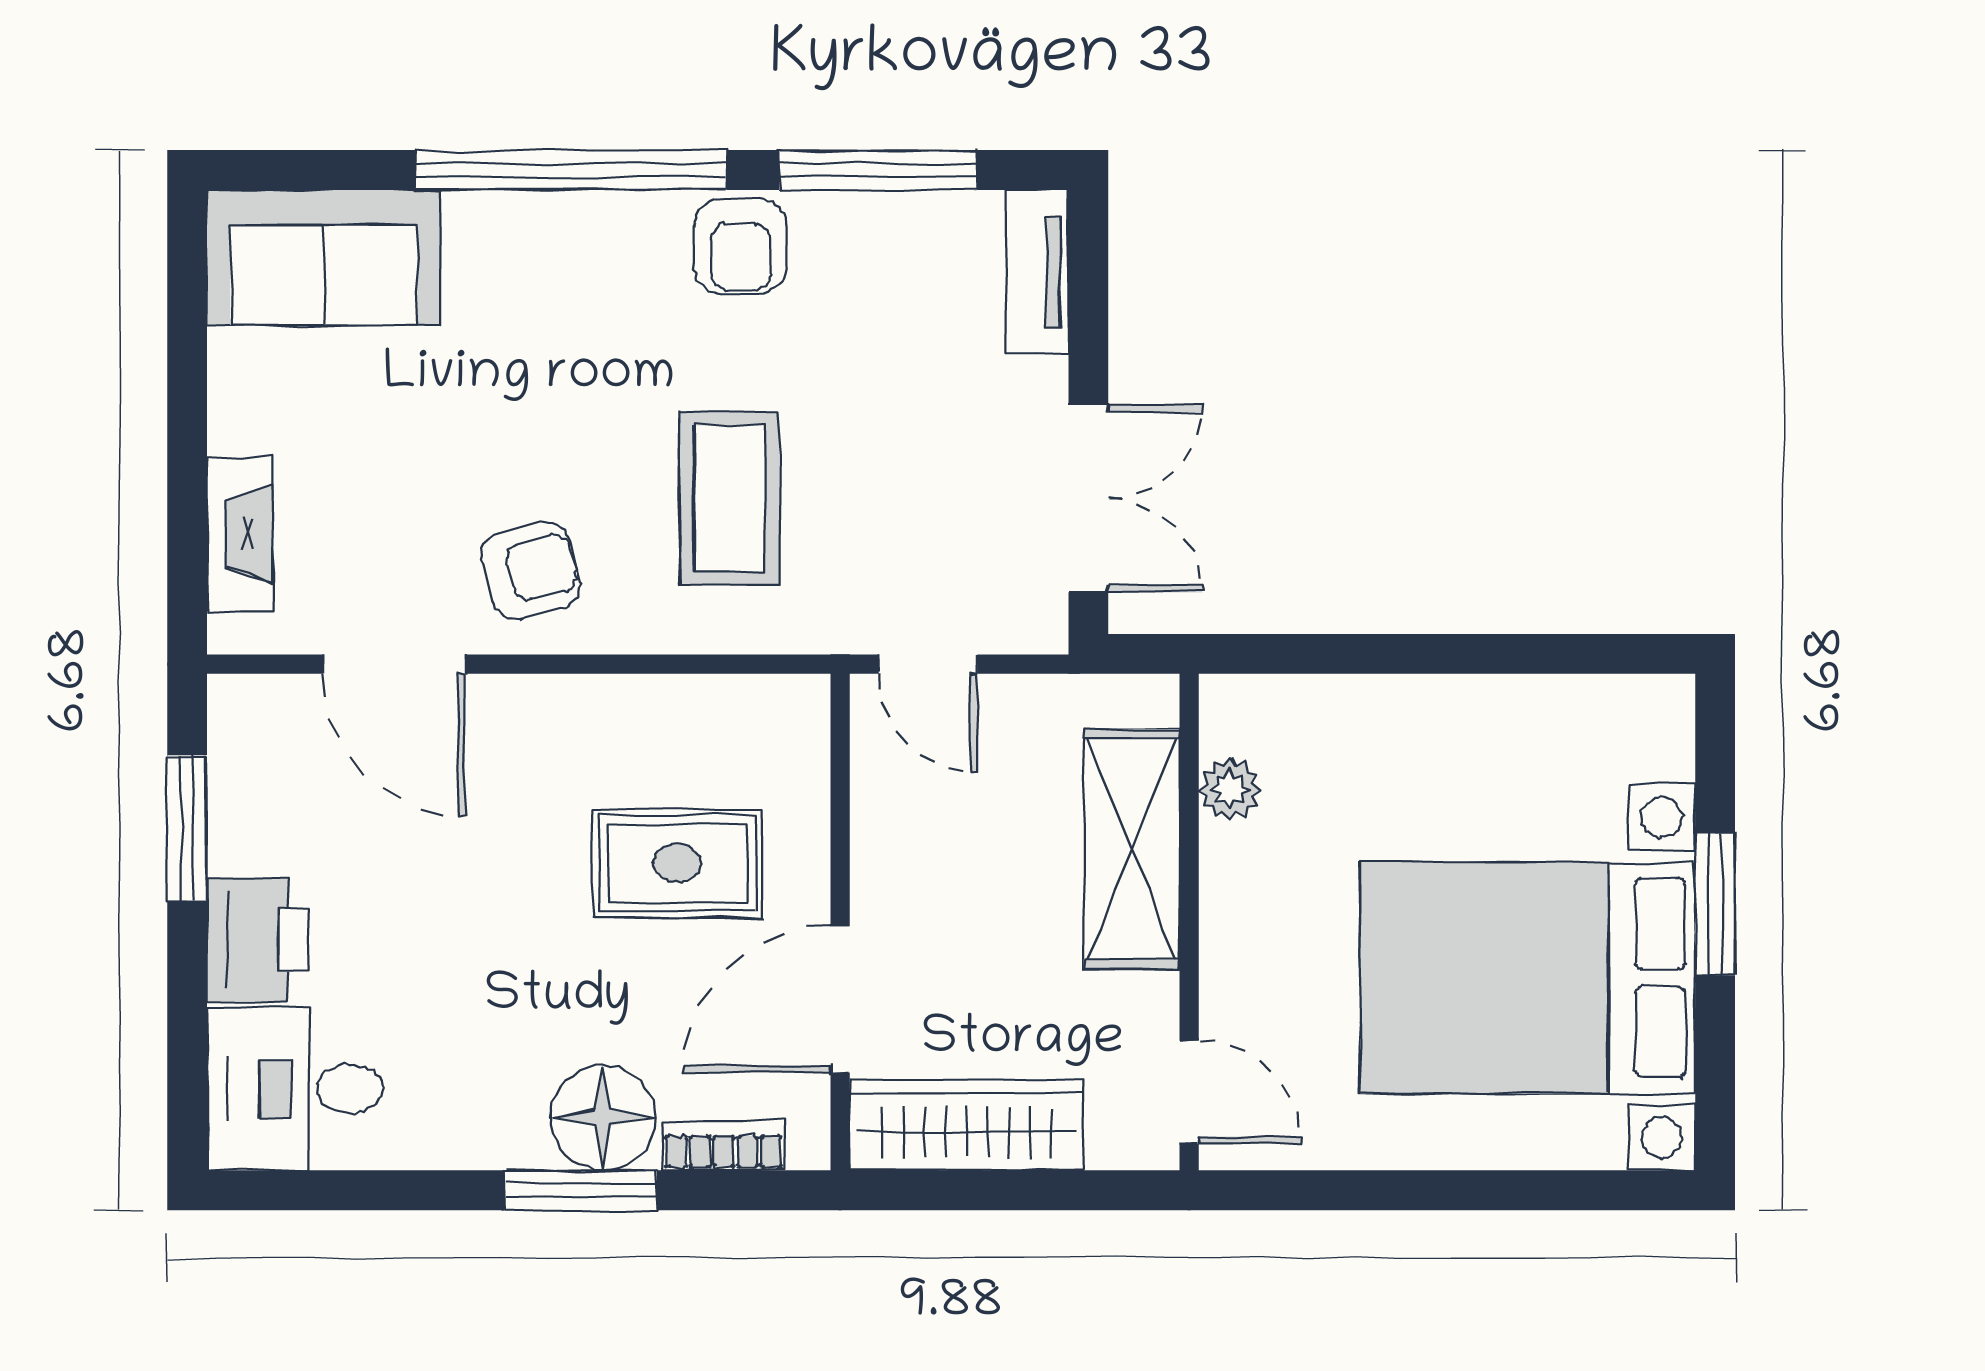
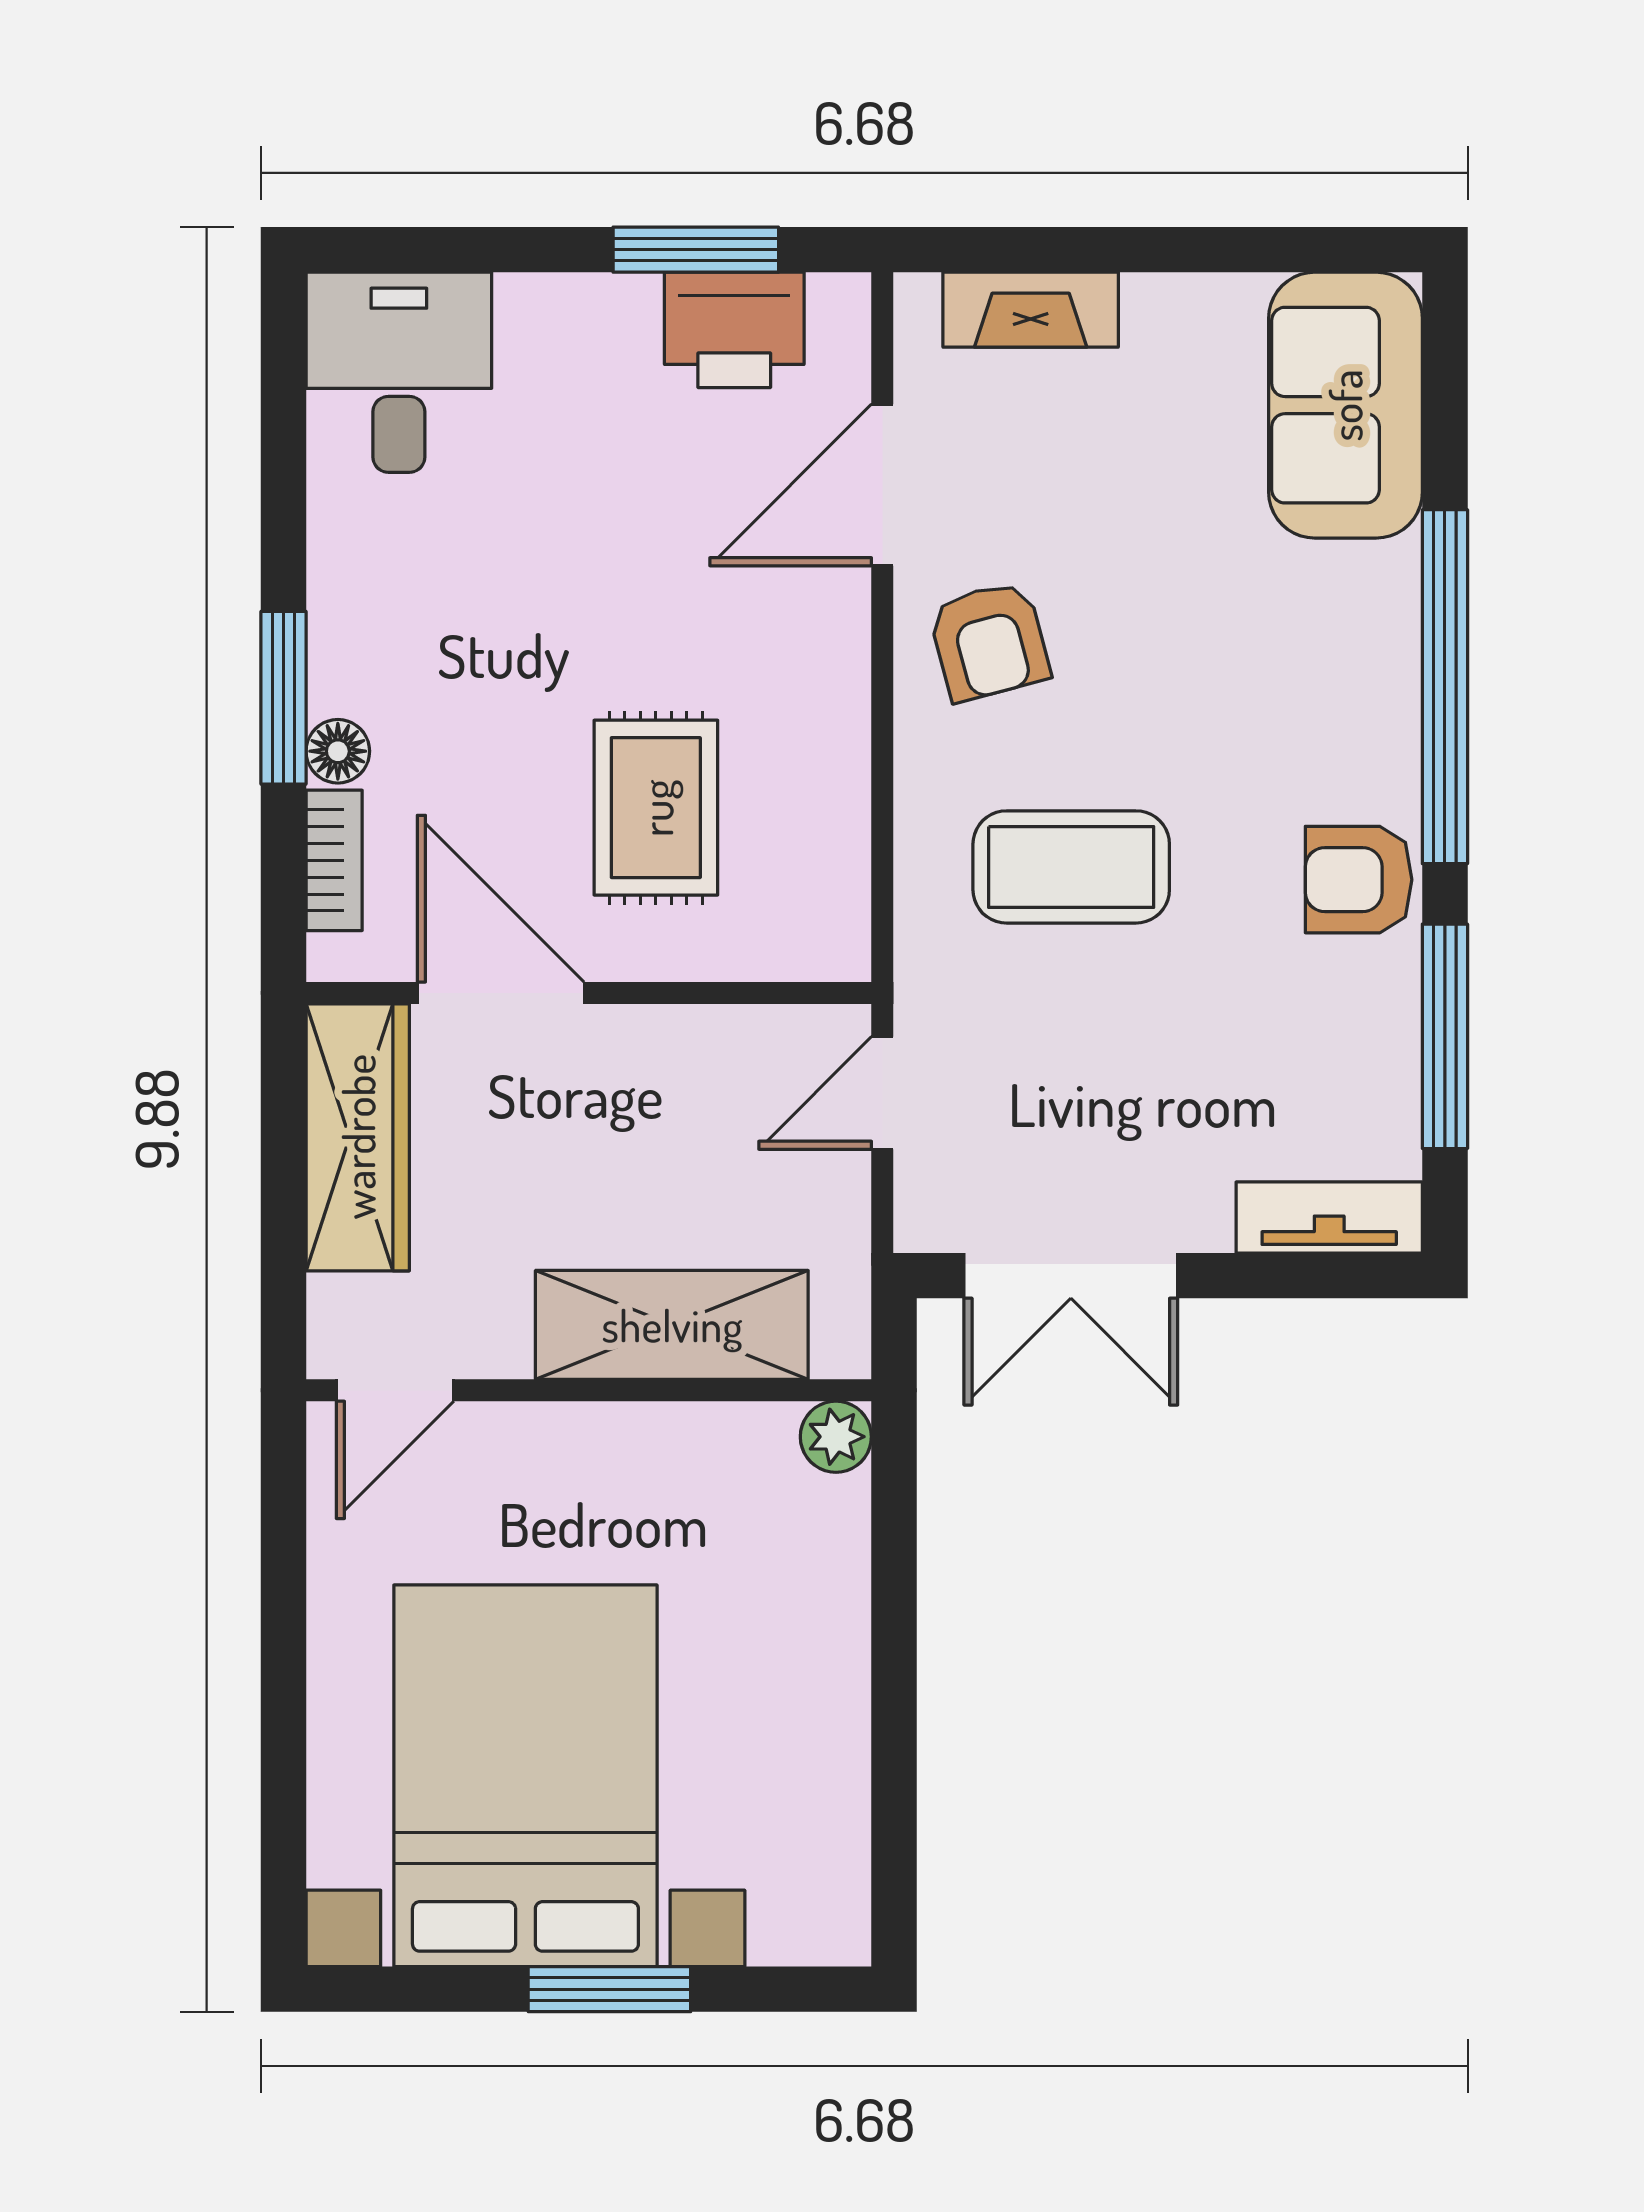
plant: (1230, 789) -> (836, 1437), moved
printer: (258, 940) -> (734, 330), moved
floor lamp: (603, 1118) -> (338, 751), width x0.53, depth x0.53

